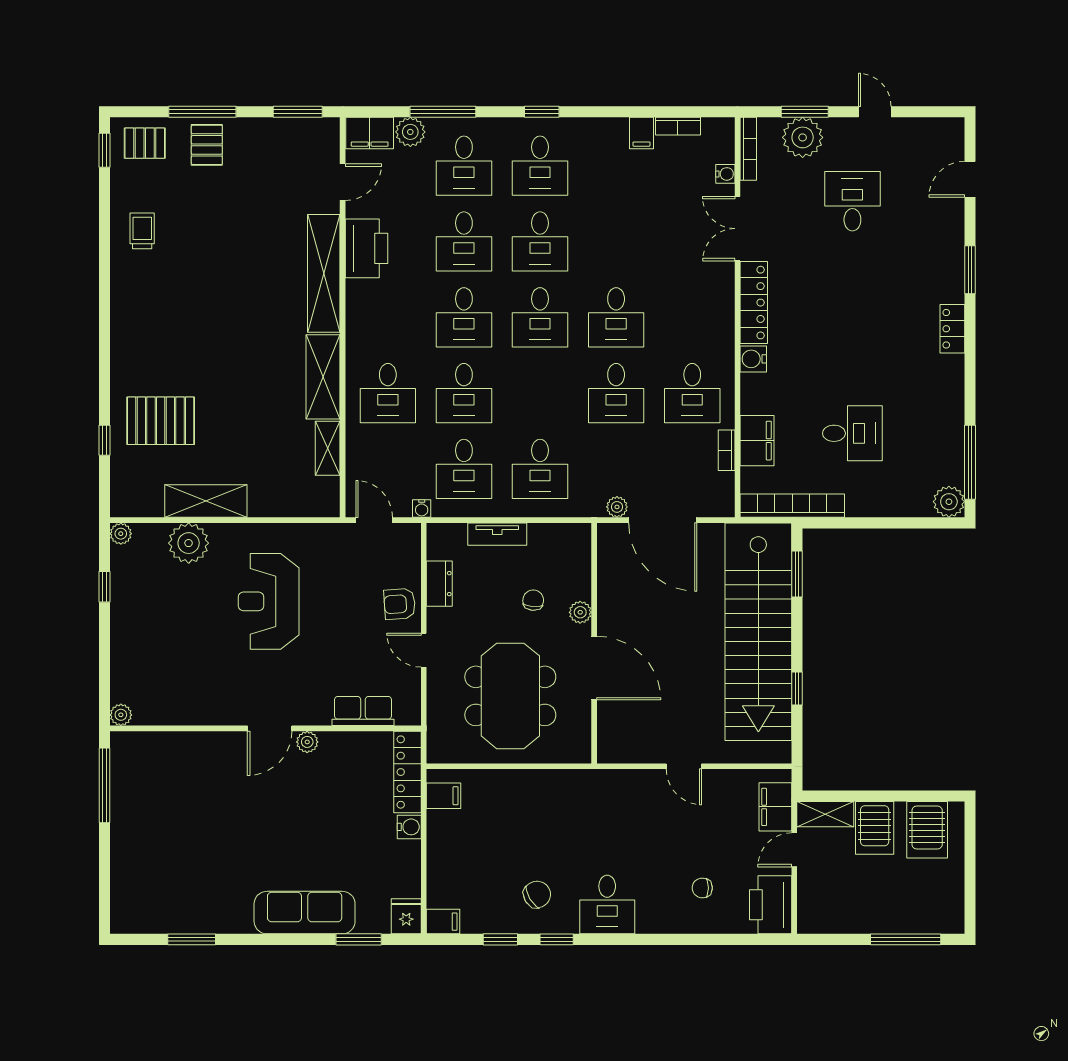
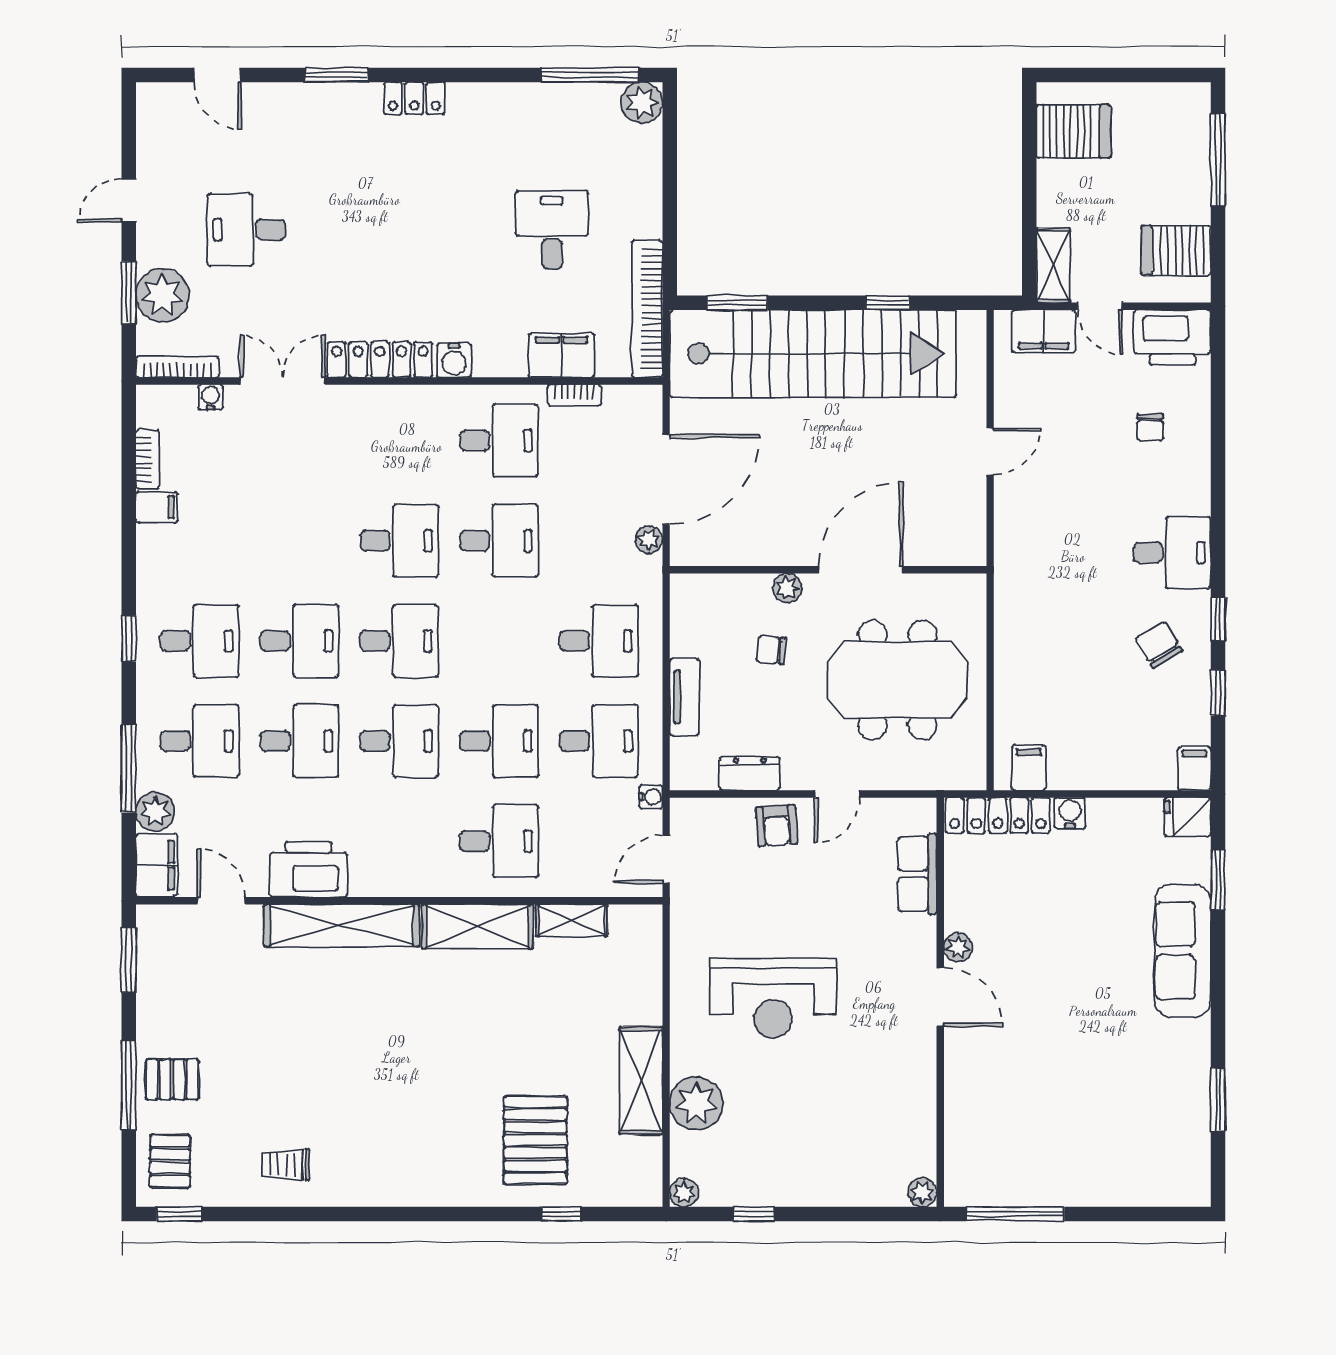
double door: (737, 229) -> (282, 381), swing flipped
server rack: (875, 828) -> (1176, 250), moved, turned 180

